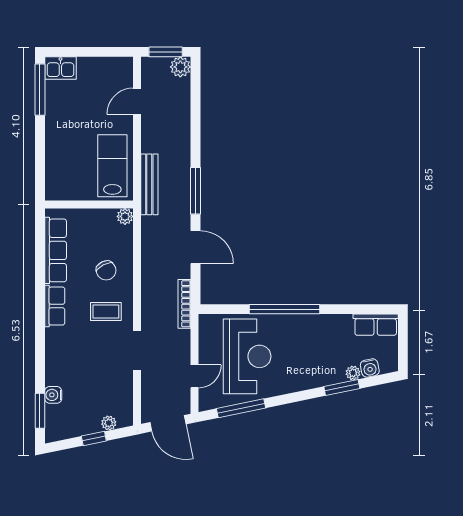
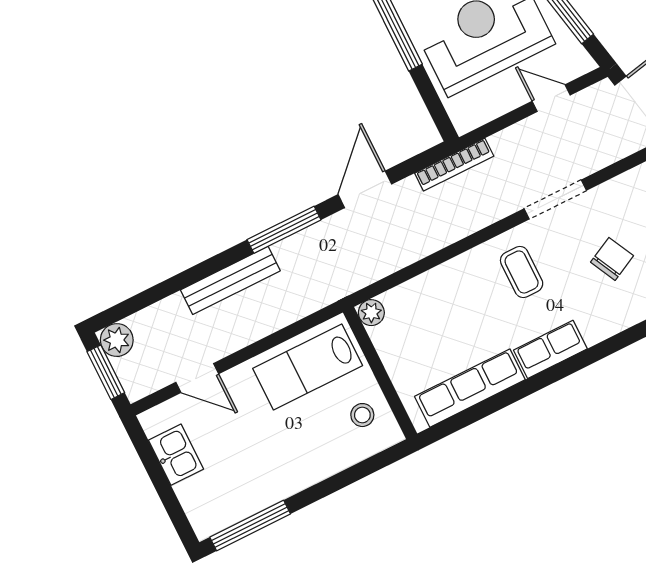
kitchen sink: (60, 68) -> (176, 455), moved
stool: (70, 183) -> (362, 415), added
bench: (149, 184) -> (230, 280), moved
chair: (106, 270) -> (612, 259), moved

